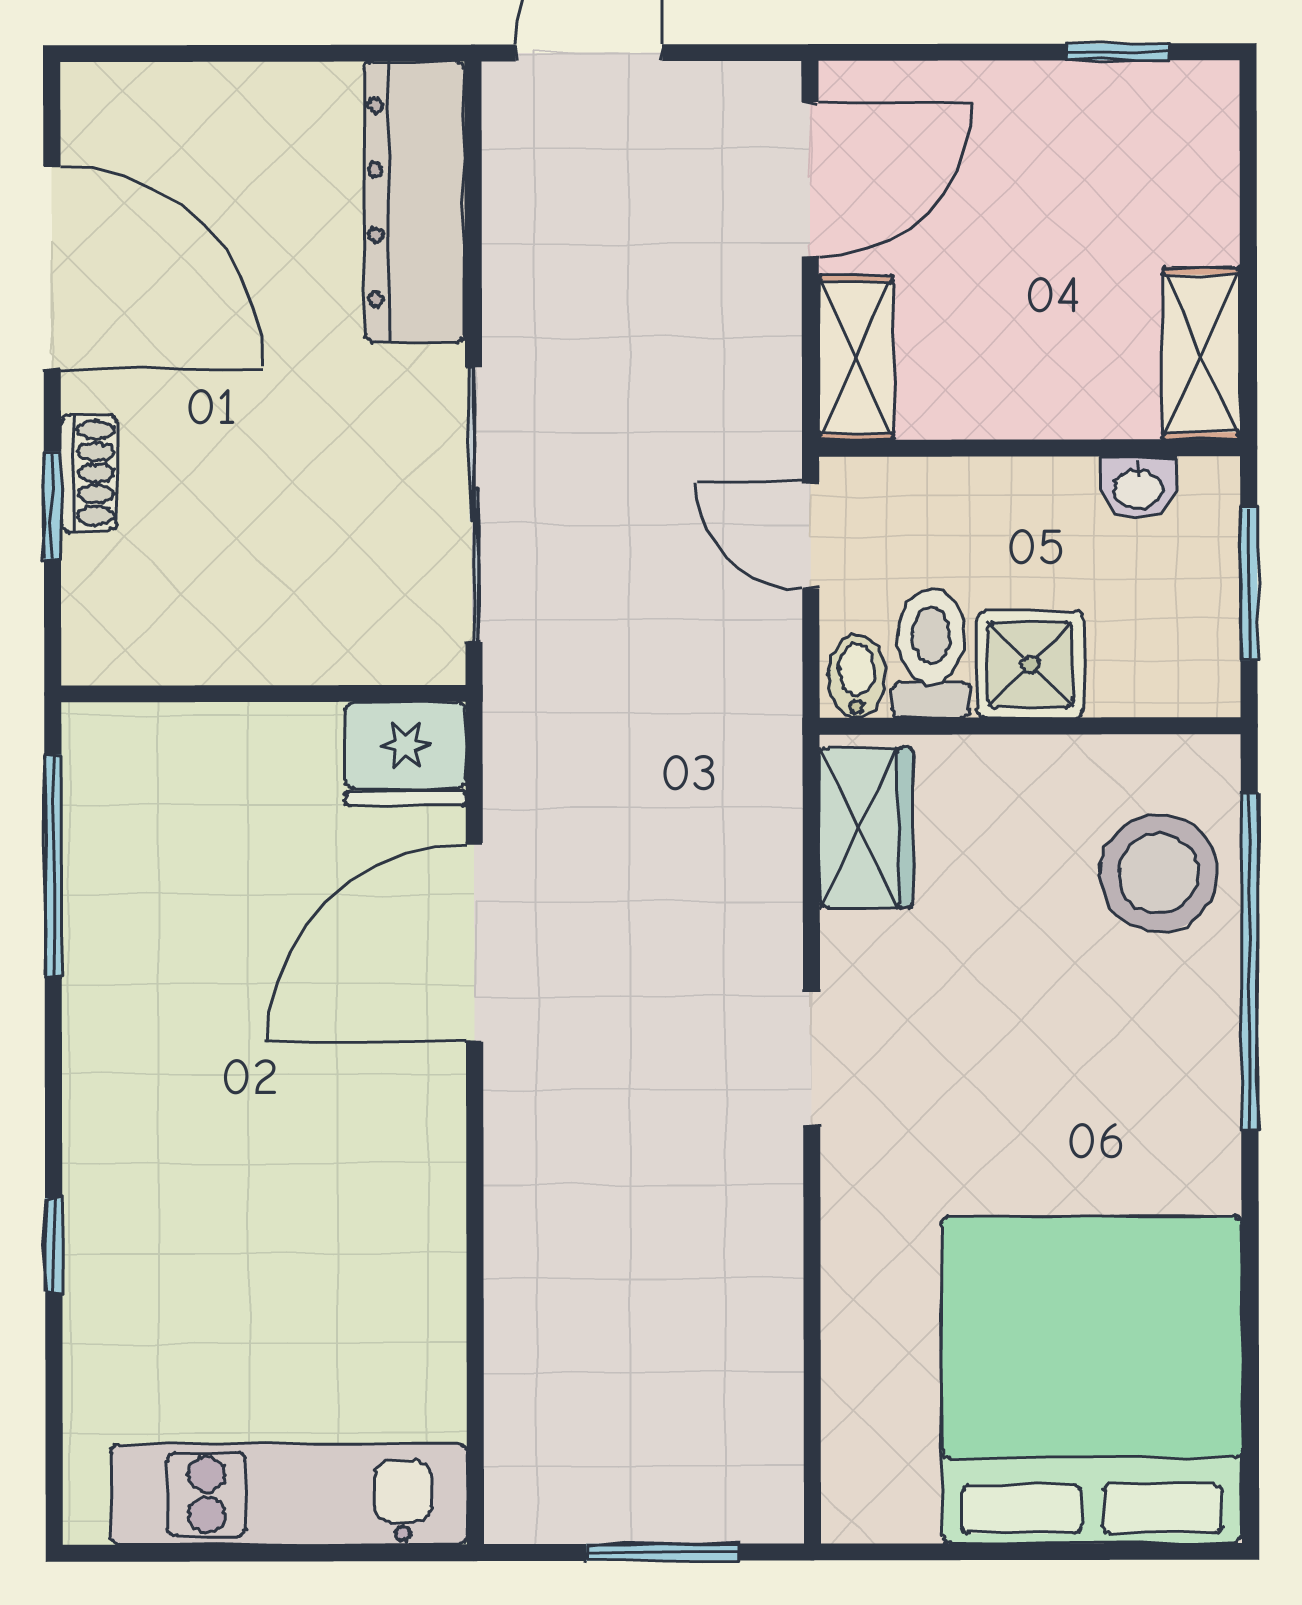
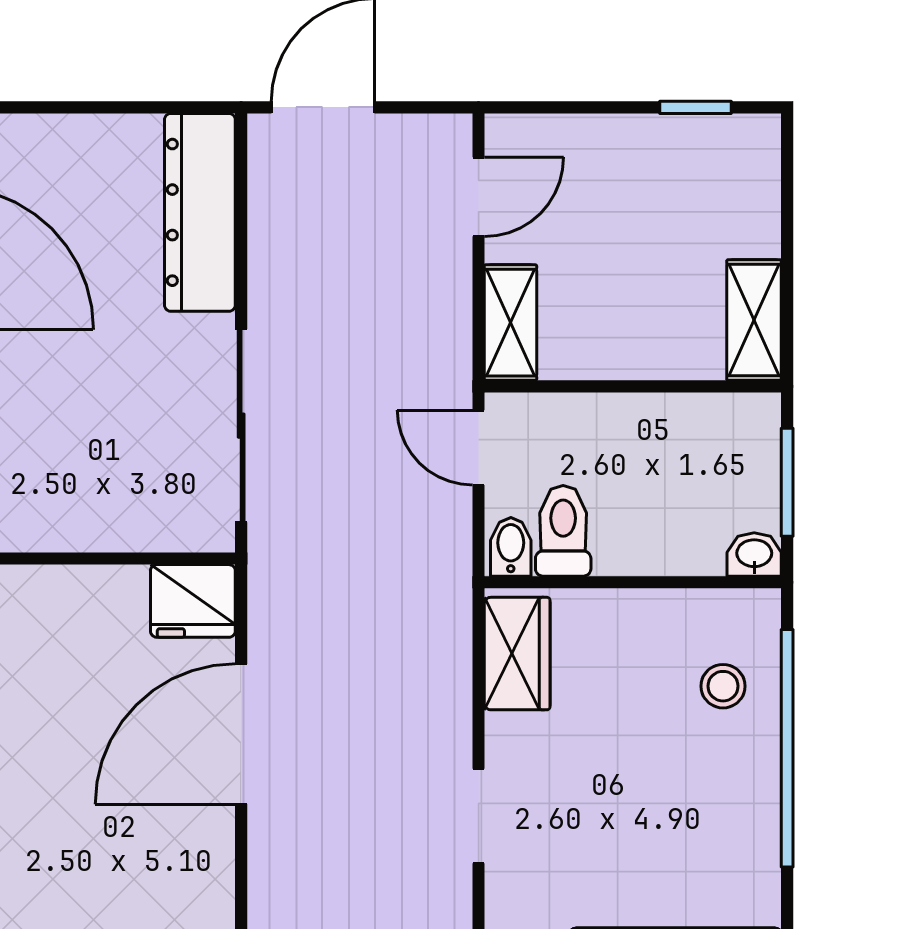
door: (810, 179) -> (479, 197), width x0.73
washbasin: (1138, 487) -> (754, 554), moved, turned 180
shower: (1030, 664) -> (633, 539), removed
stool: (1158, 873) -> (723, 686), width x0.53, depth x0.53

